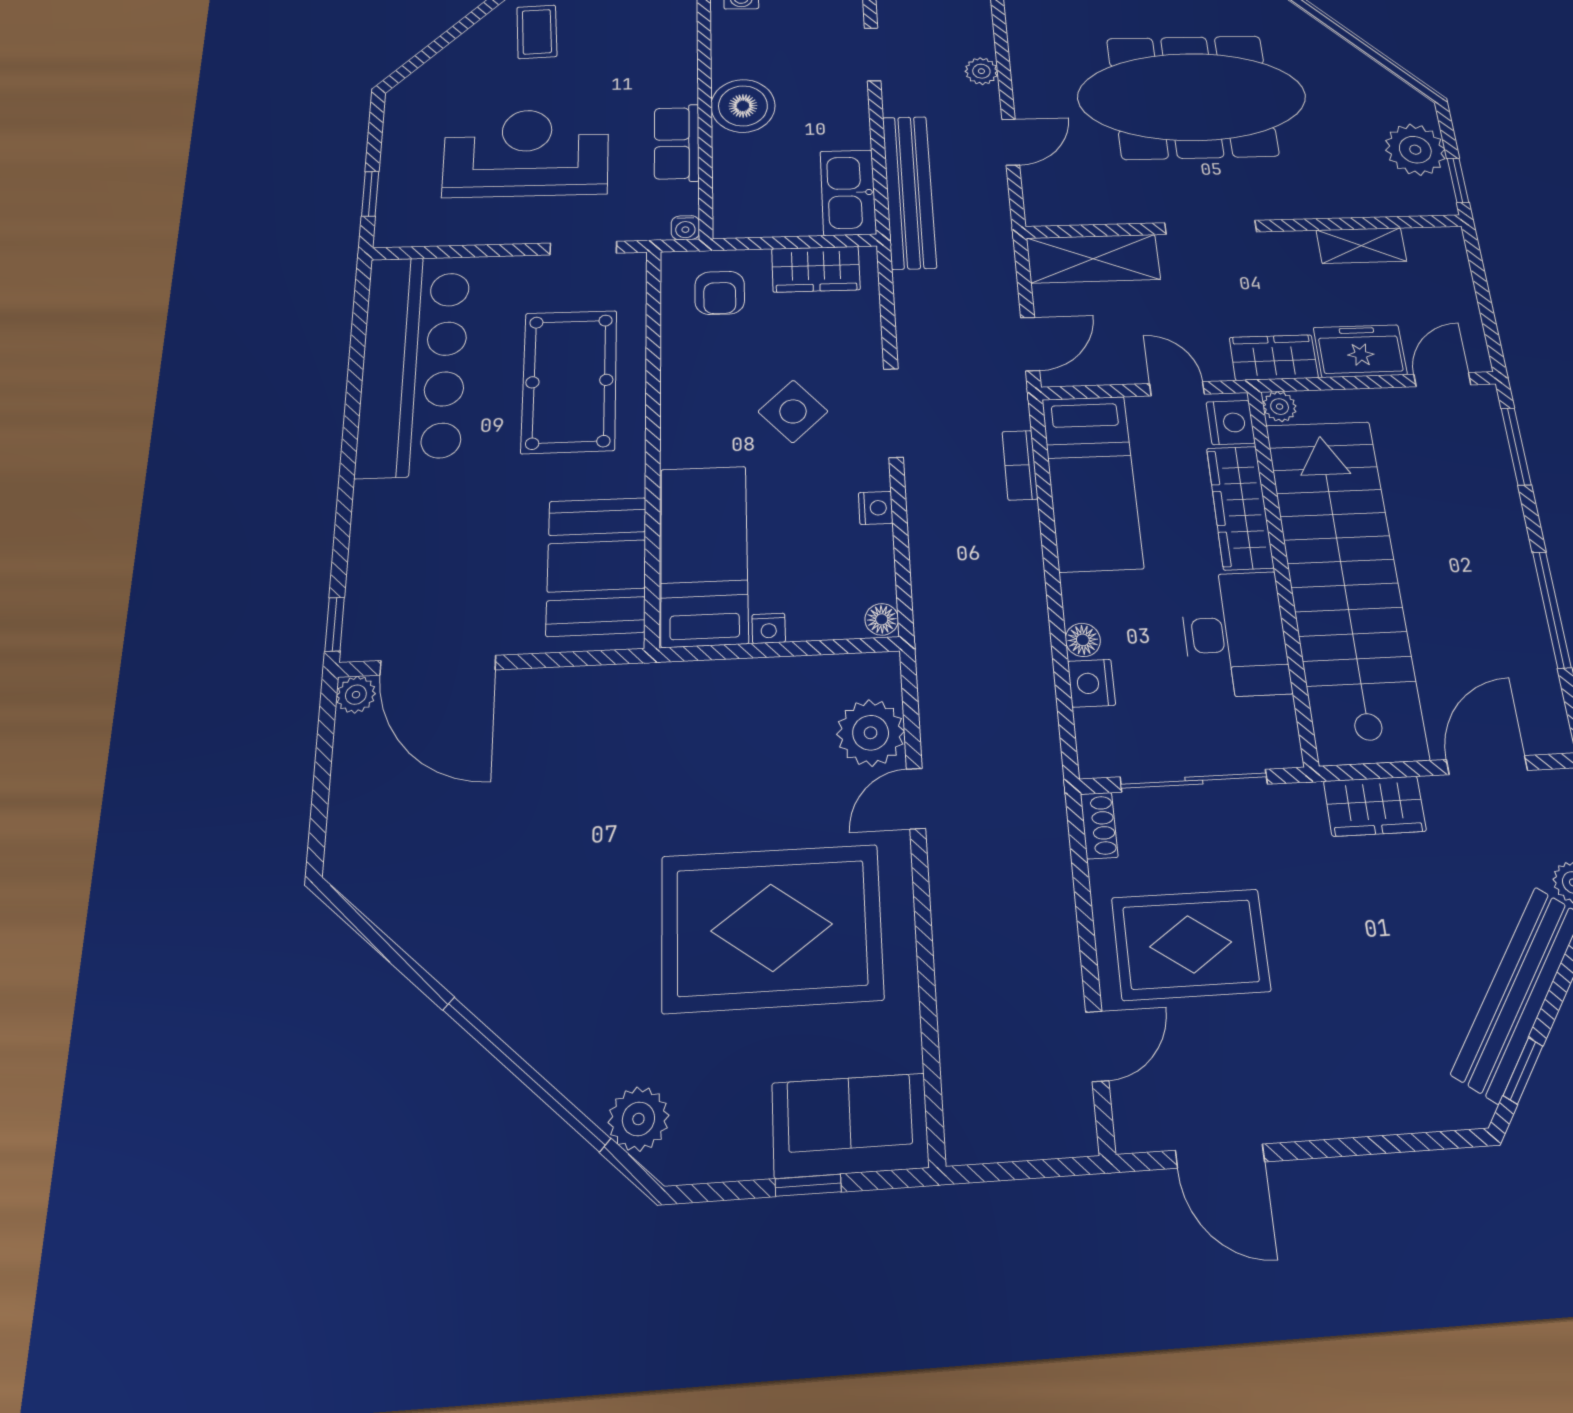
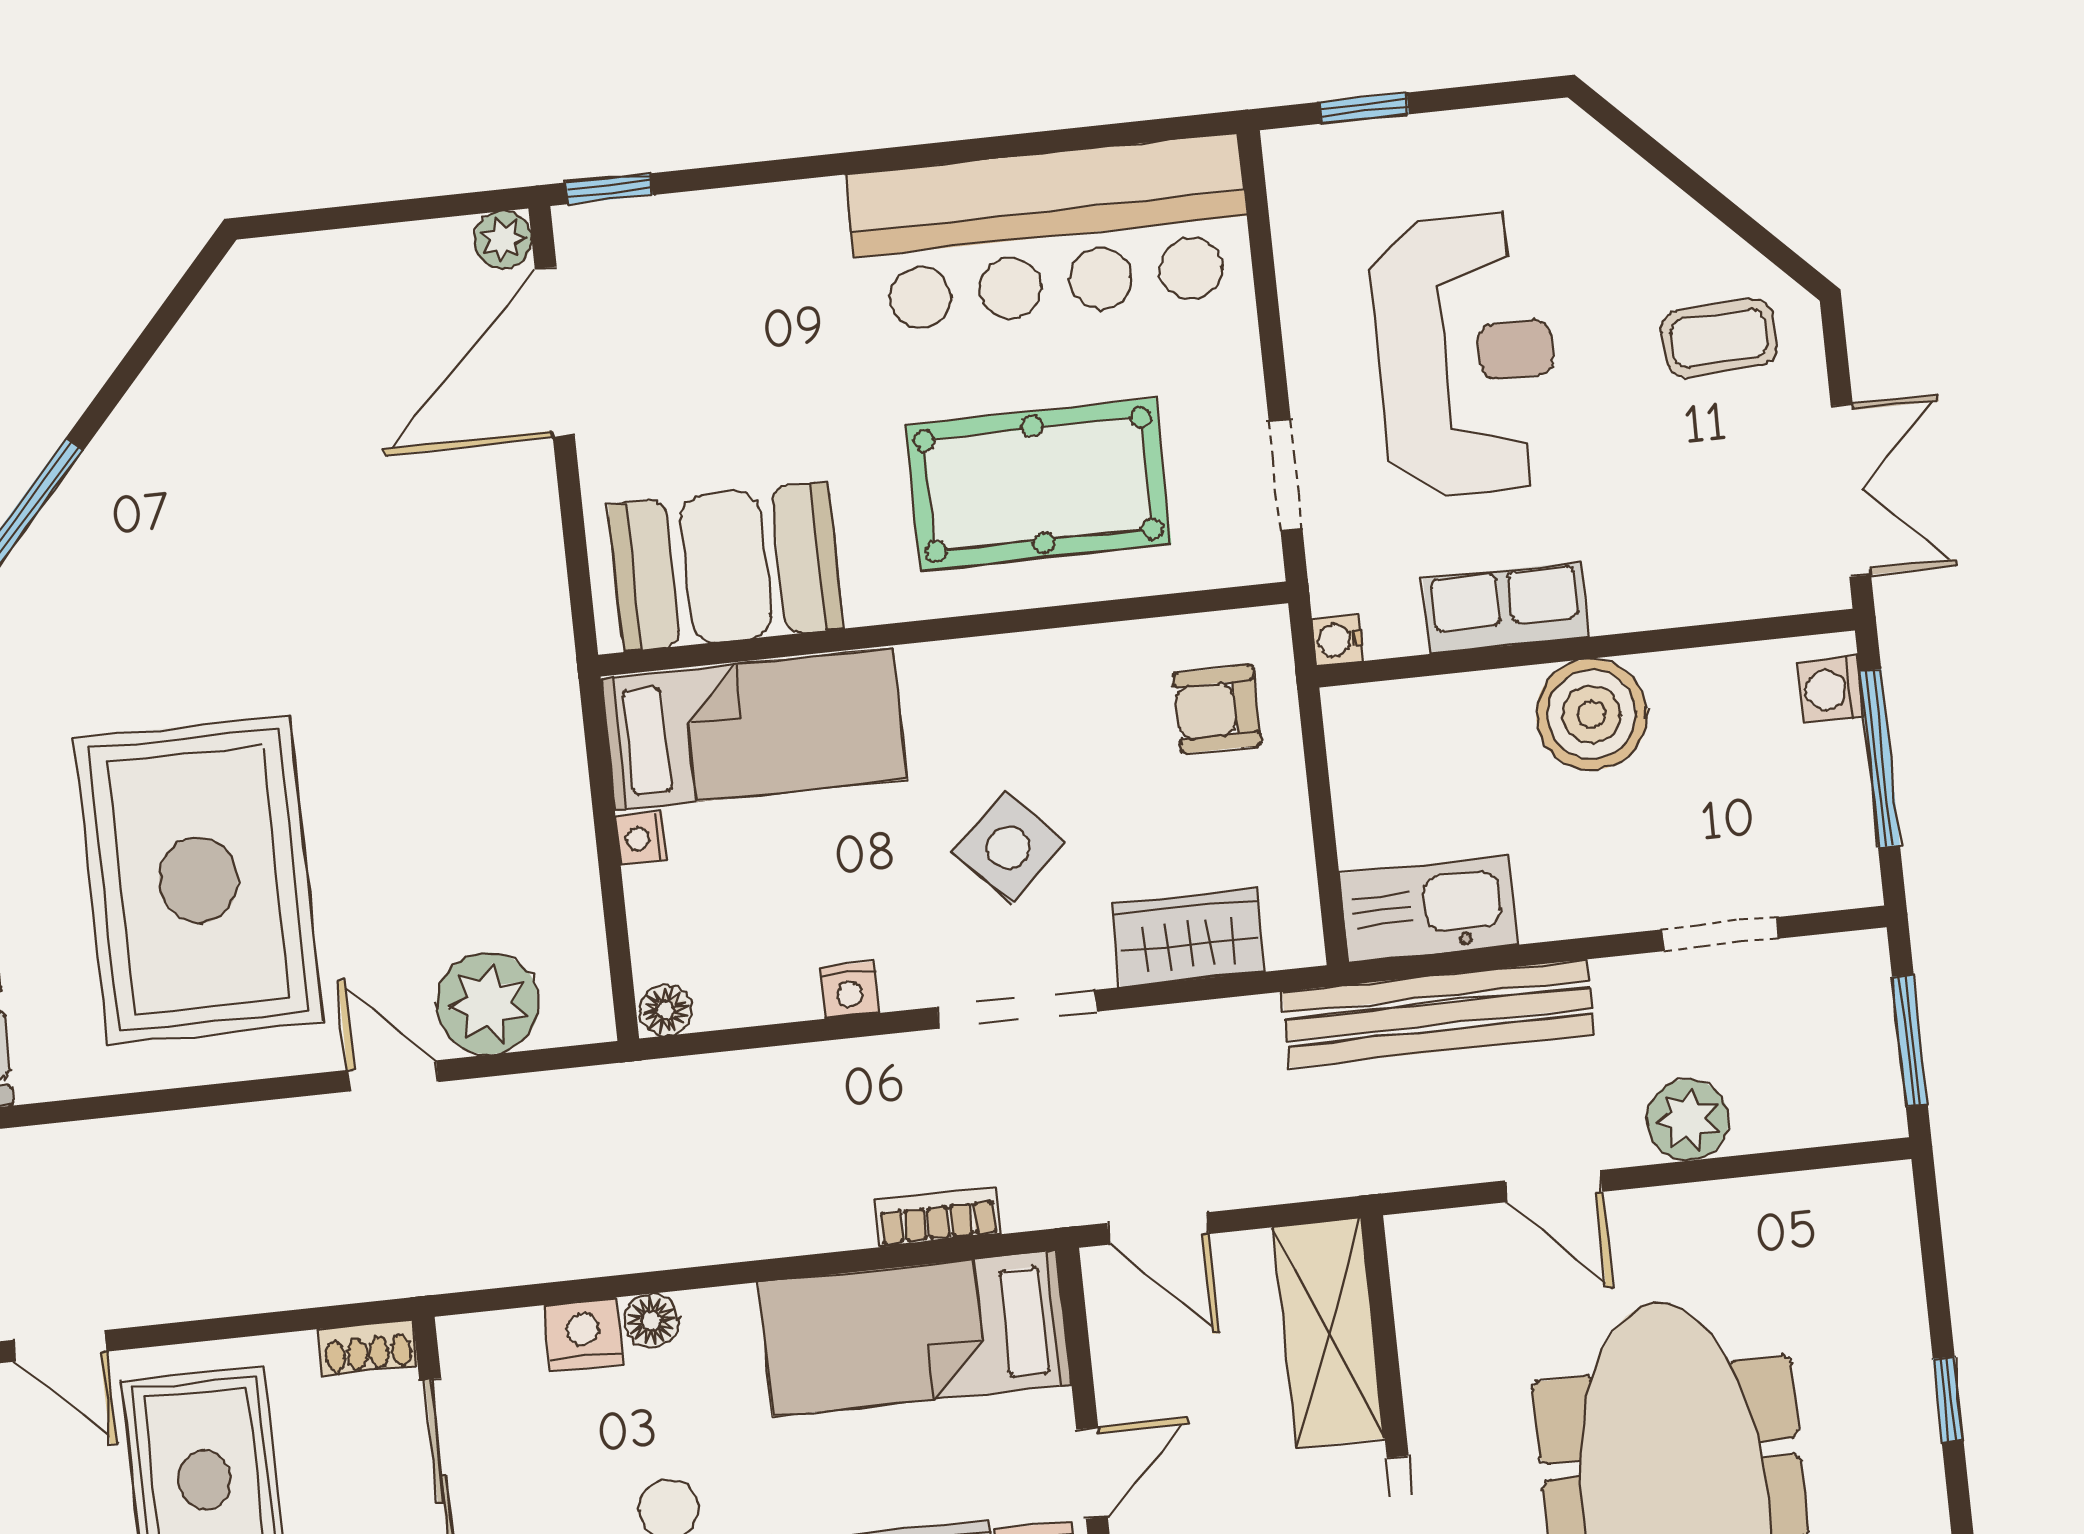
plant: (981, 71) -> (1688, 1120), width x1.38, depth x1.38
wardrobe: (816, 269) -> (1188, 938), moved, turned 90

